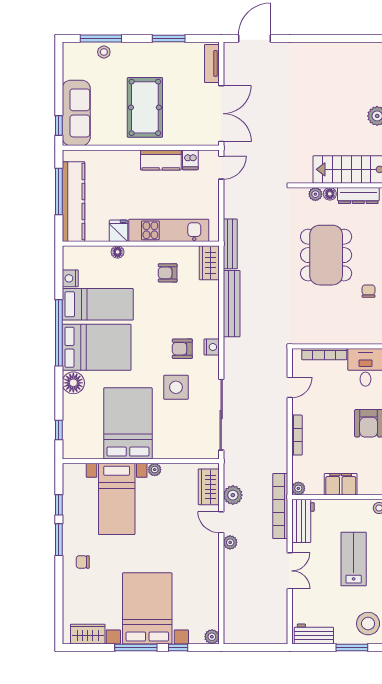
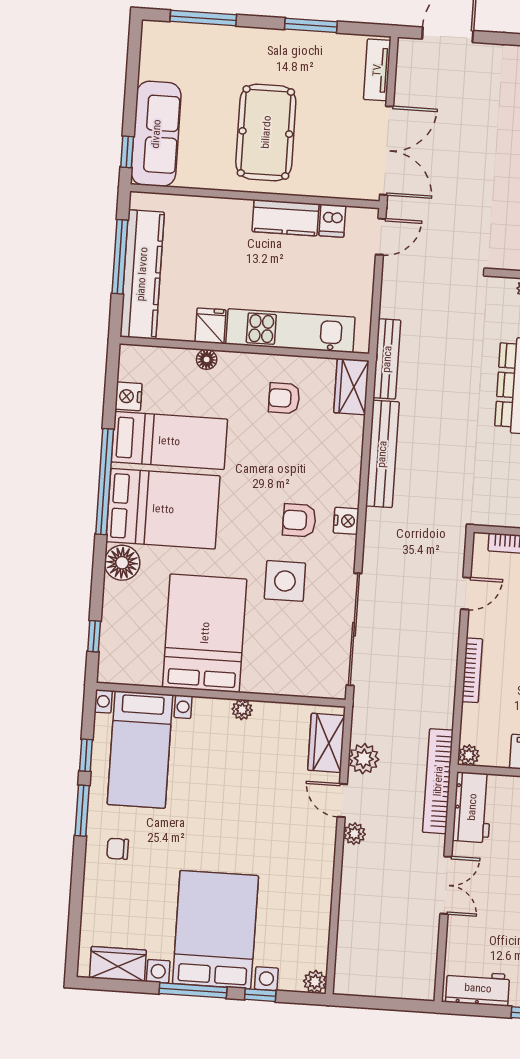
stool: (104, 52) -> (207, 40), removed
bed with nightstands: (117, 499) -> (140, 750), moved

